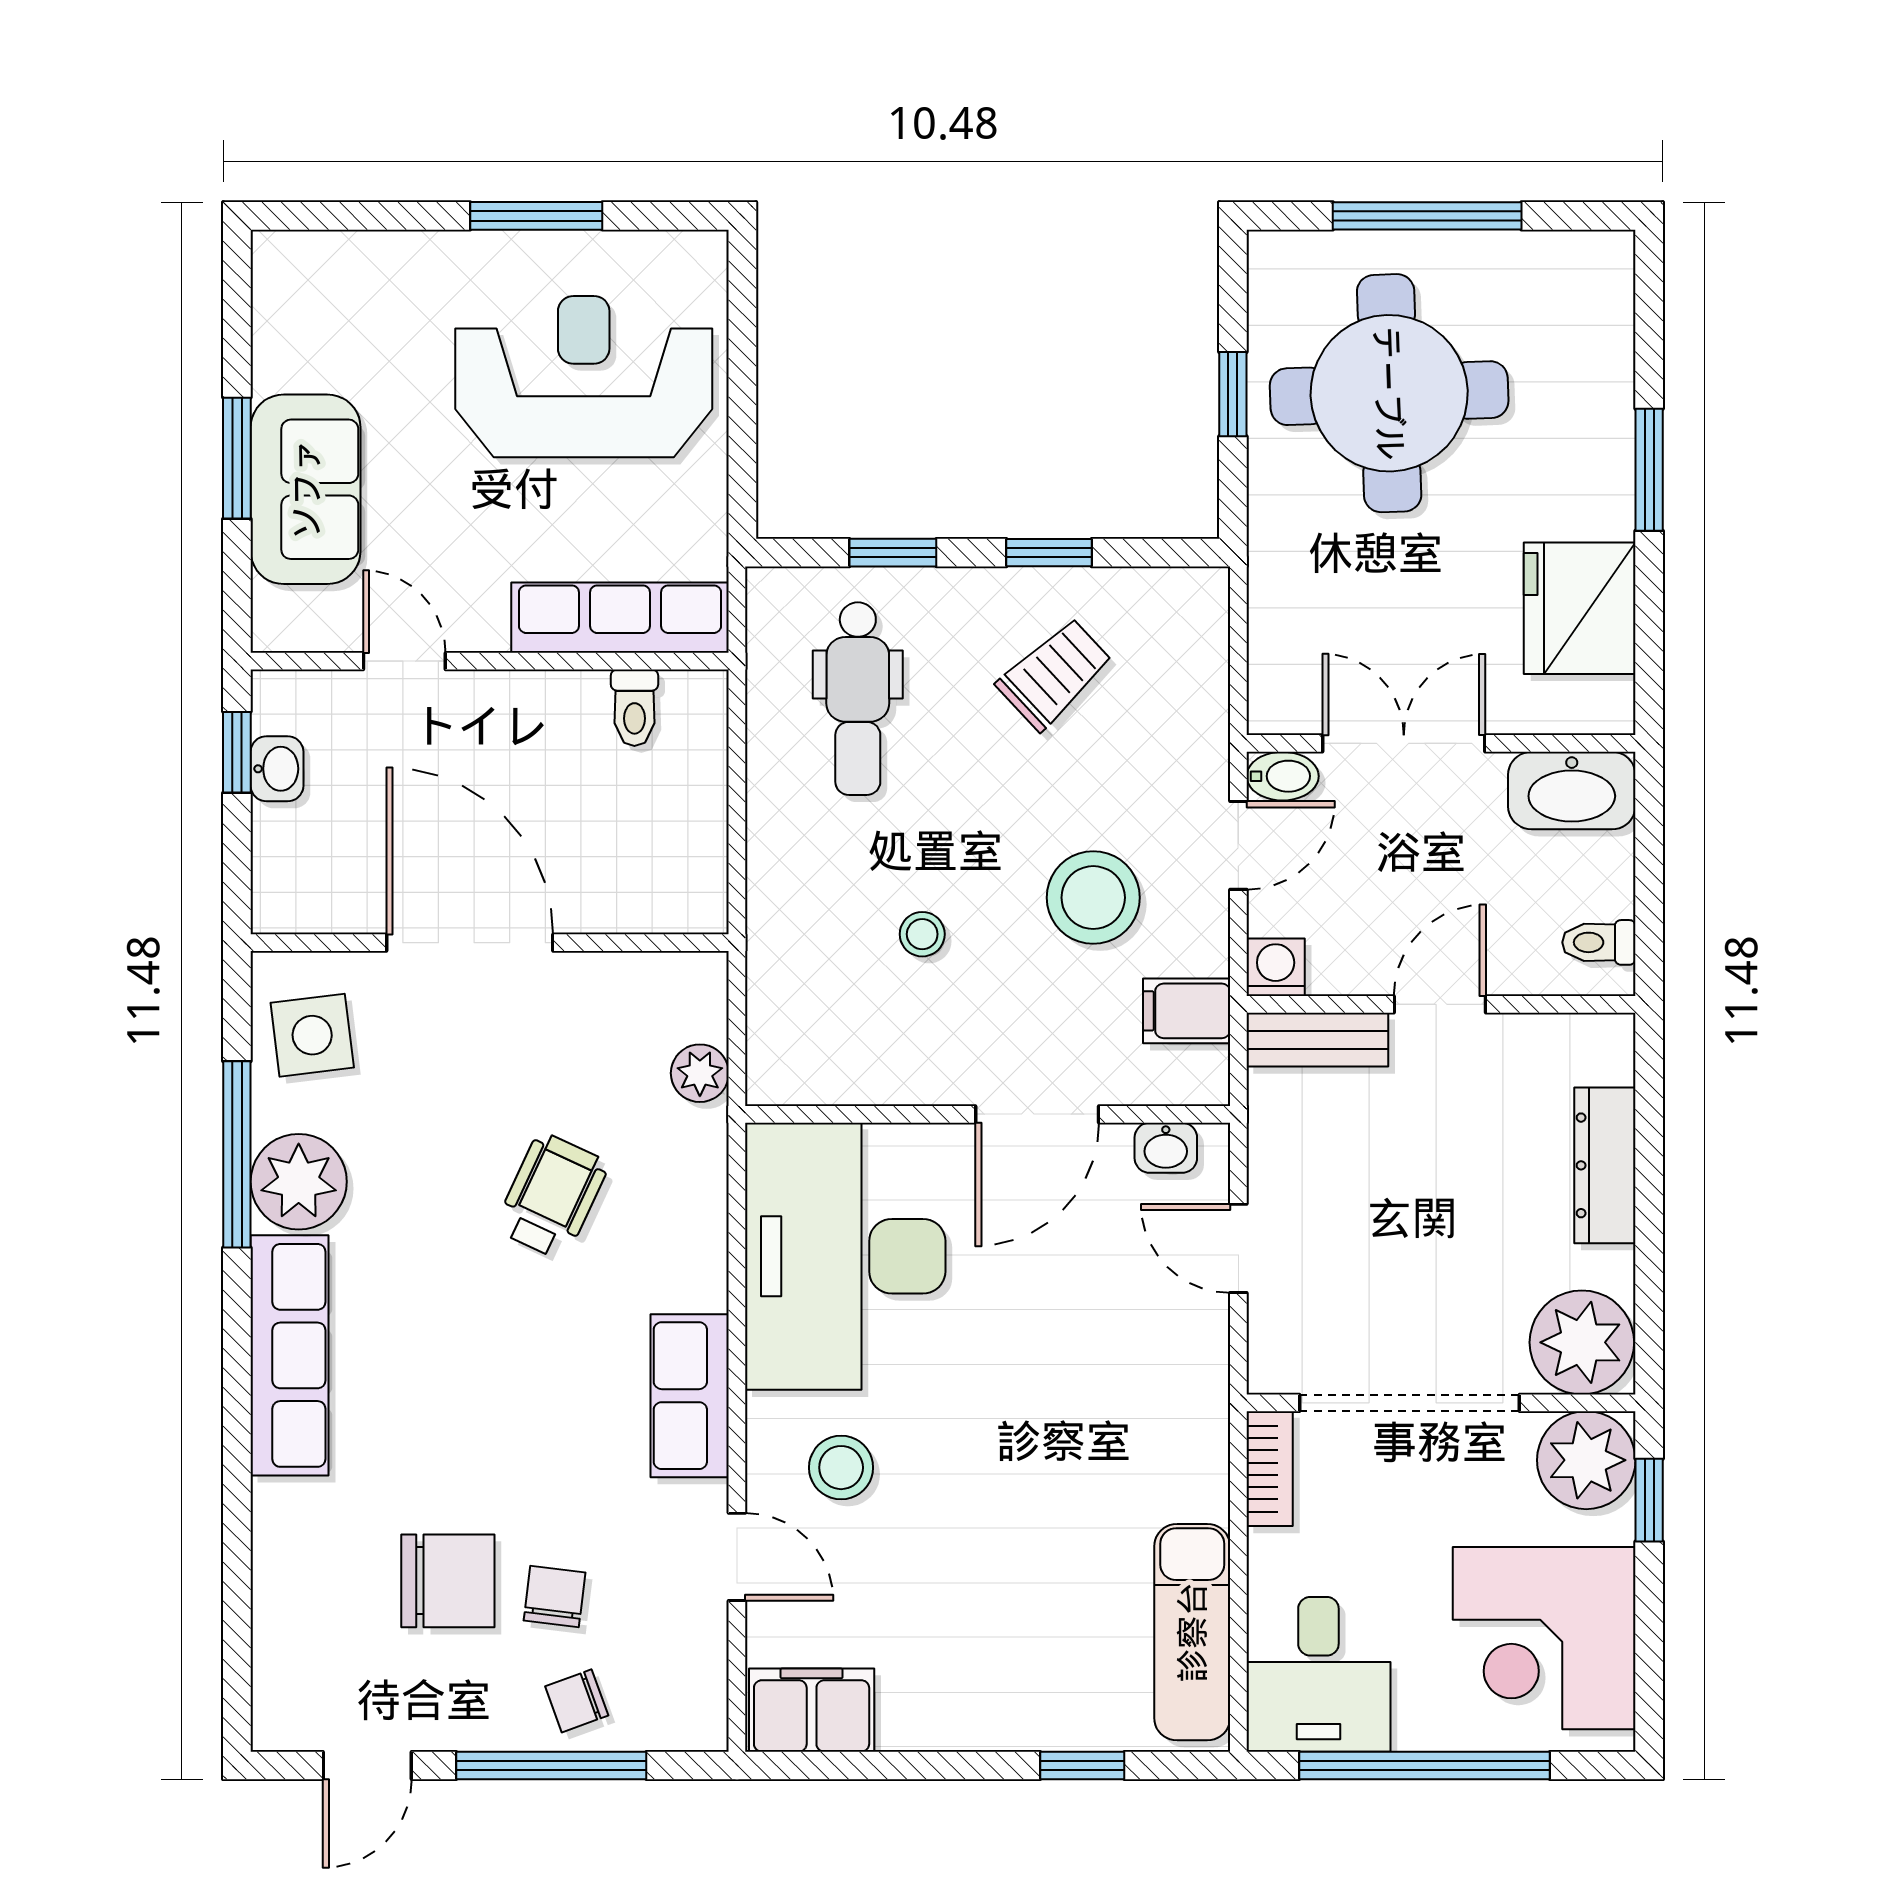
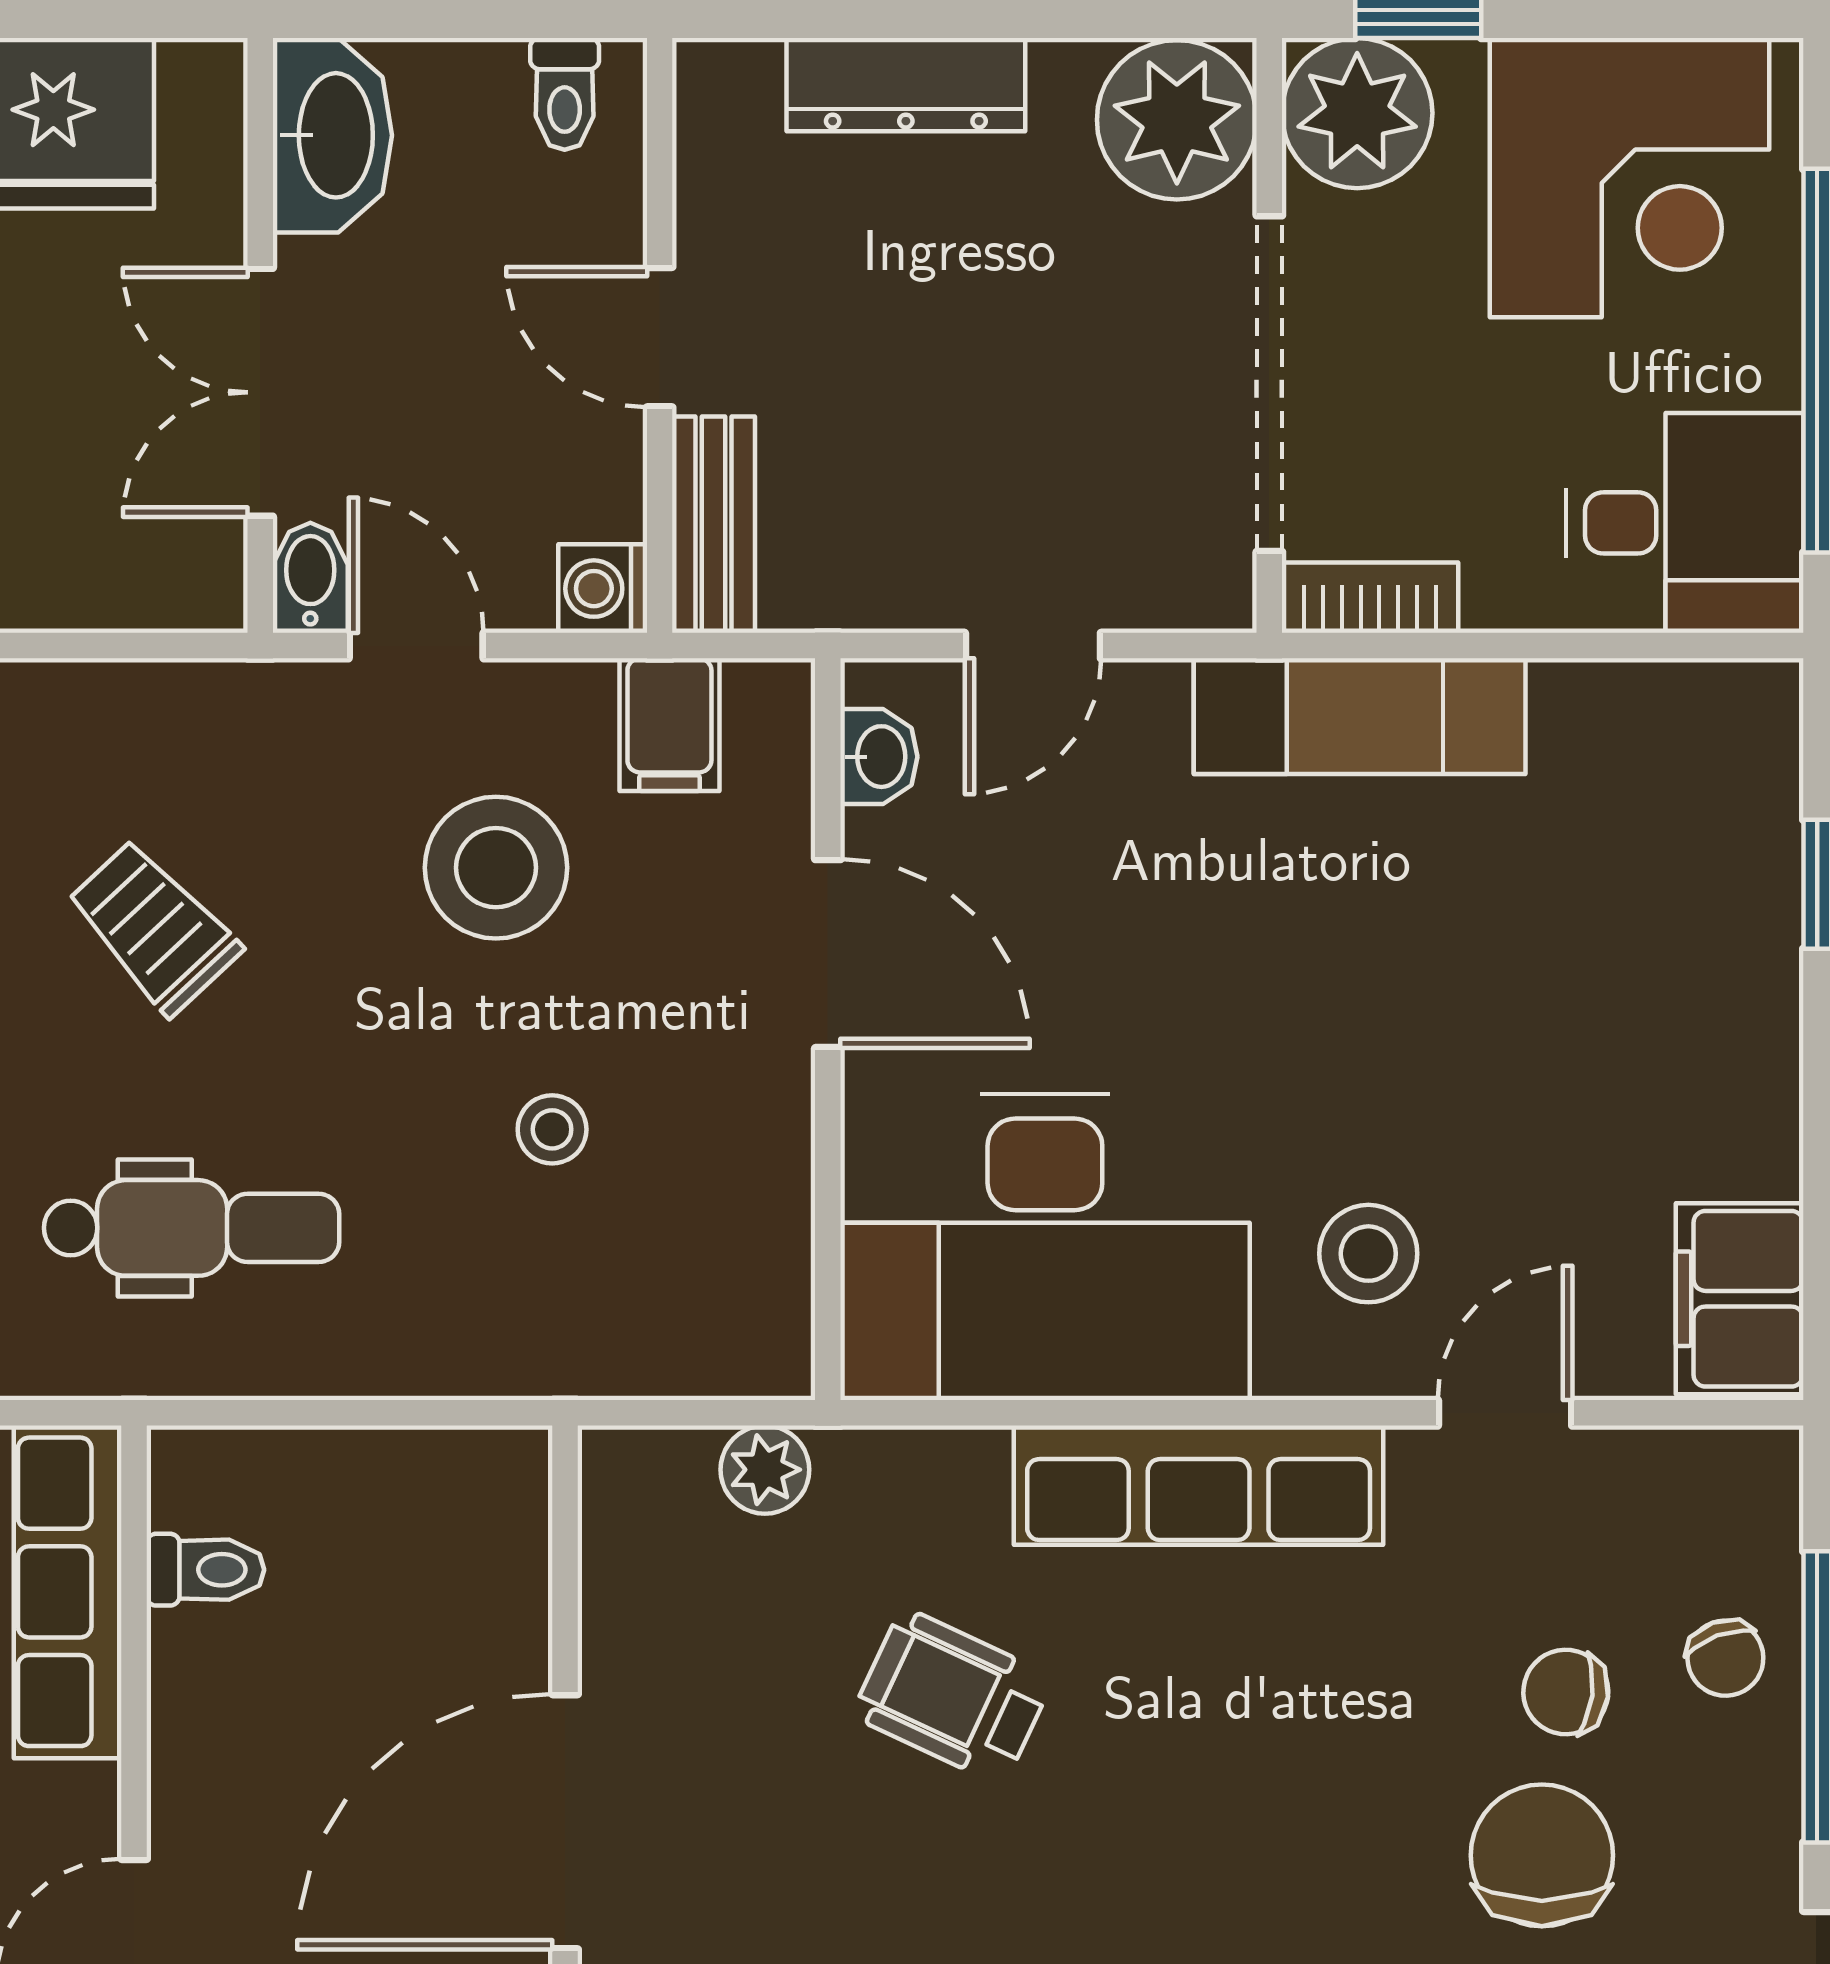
row of seats: (690, 1396) -> (1199, 1485), width x1.48
exam couch: (1192, 1632) -> (1360, 716), moved

